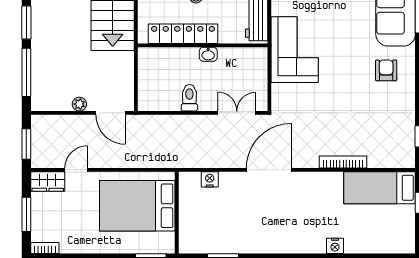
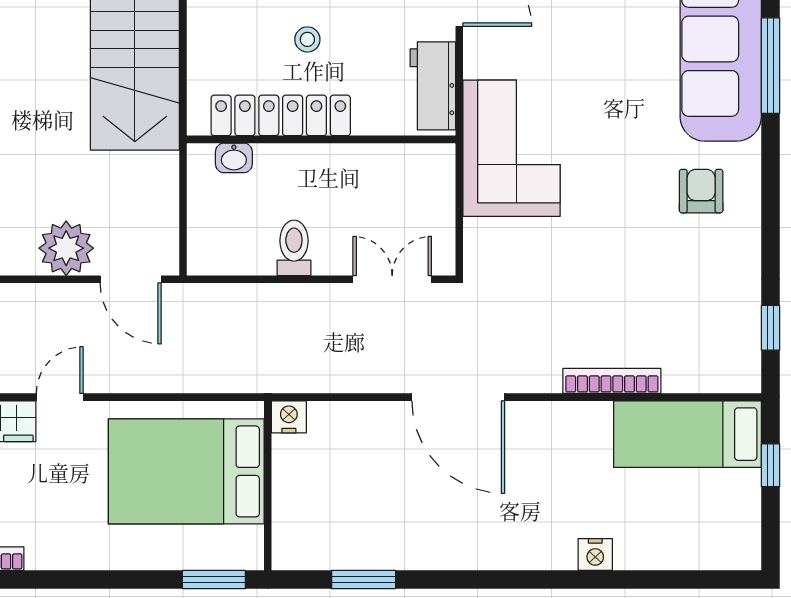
washbasin: (208, 54) -> (234, 158), moved
plant: (79, 104) -> (66, 248), width x1.87, depth x1.87
door: (269, 170) -> (458, 397), swing flipped
nightstand: (210, 179) -> (289, 417), moved

